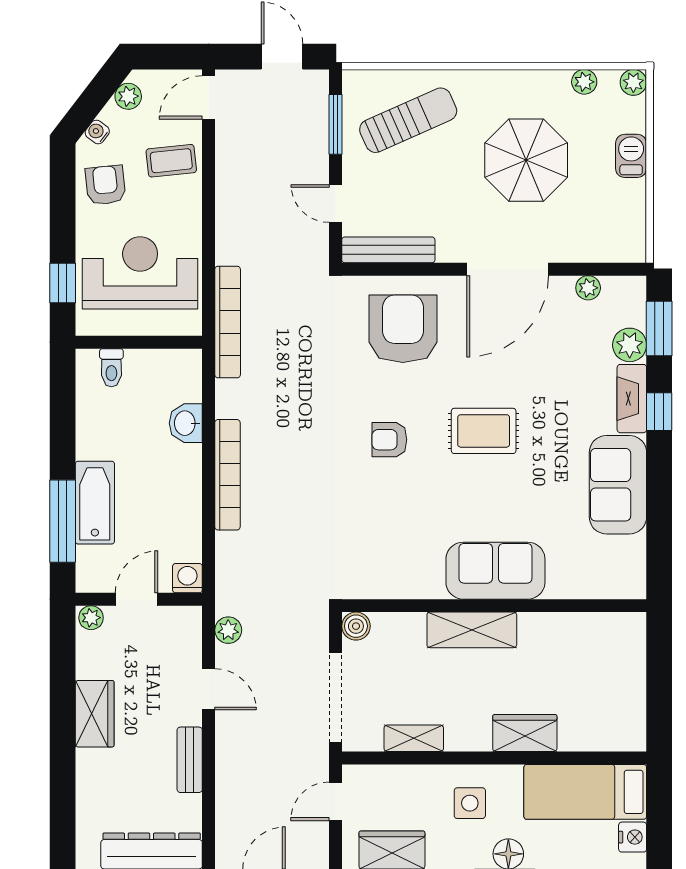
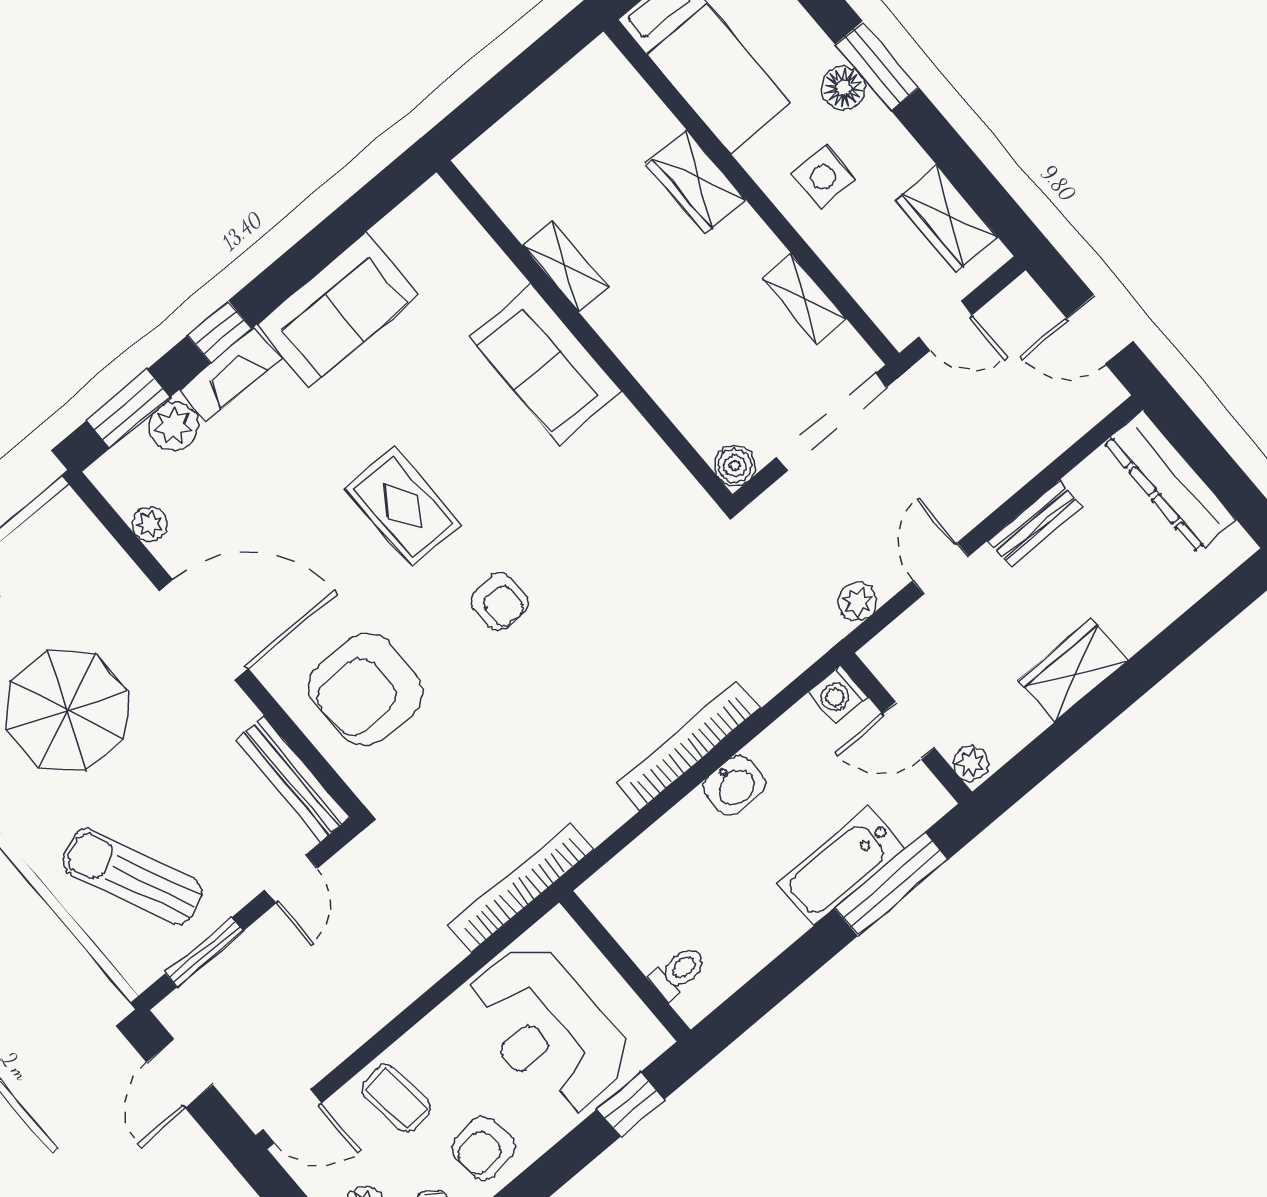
washbasin: (186, 423) -> (734, 785), moved
shelving: (472, 630) -> (565, 266), moved, width x0.67, depth x0.75

